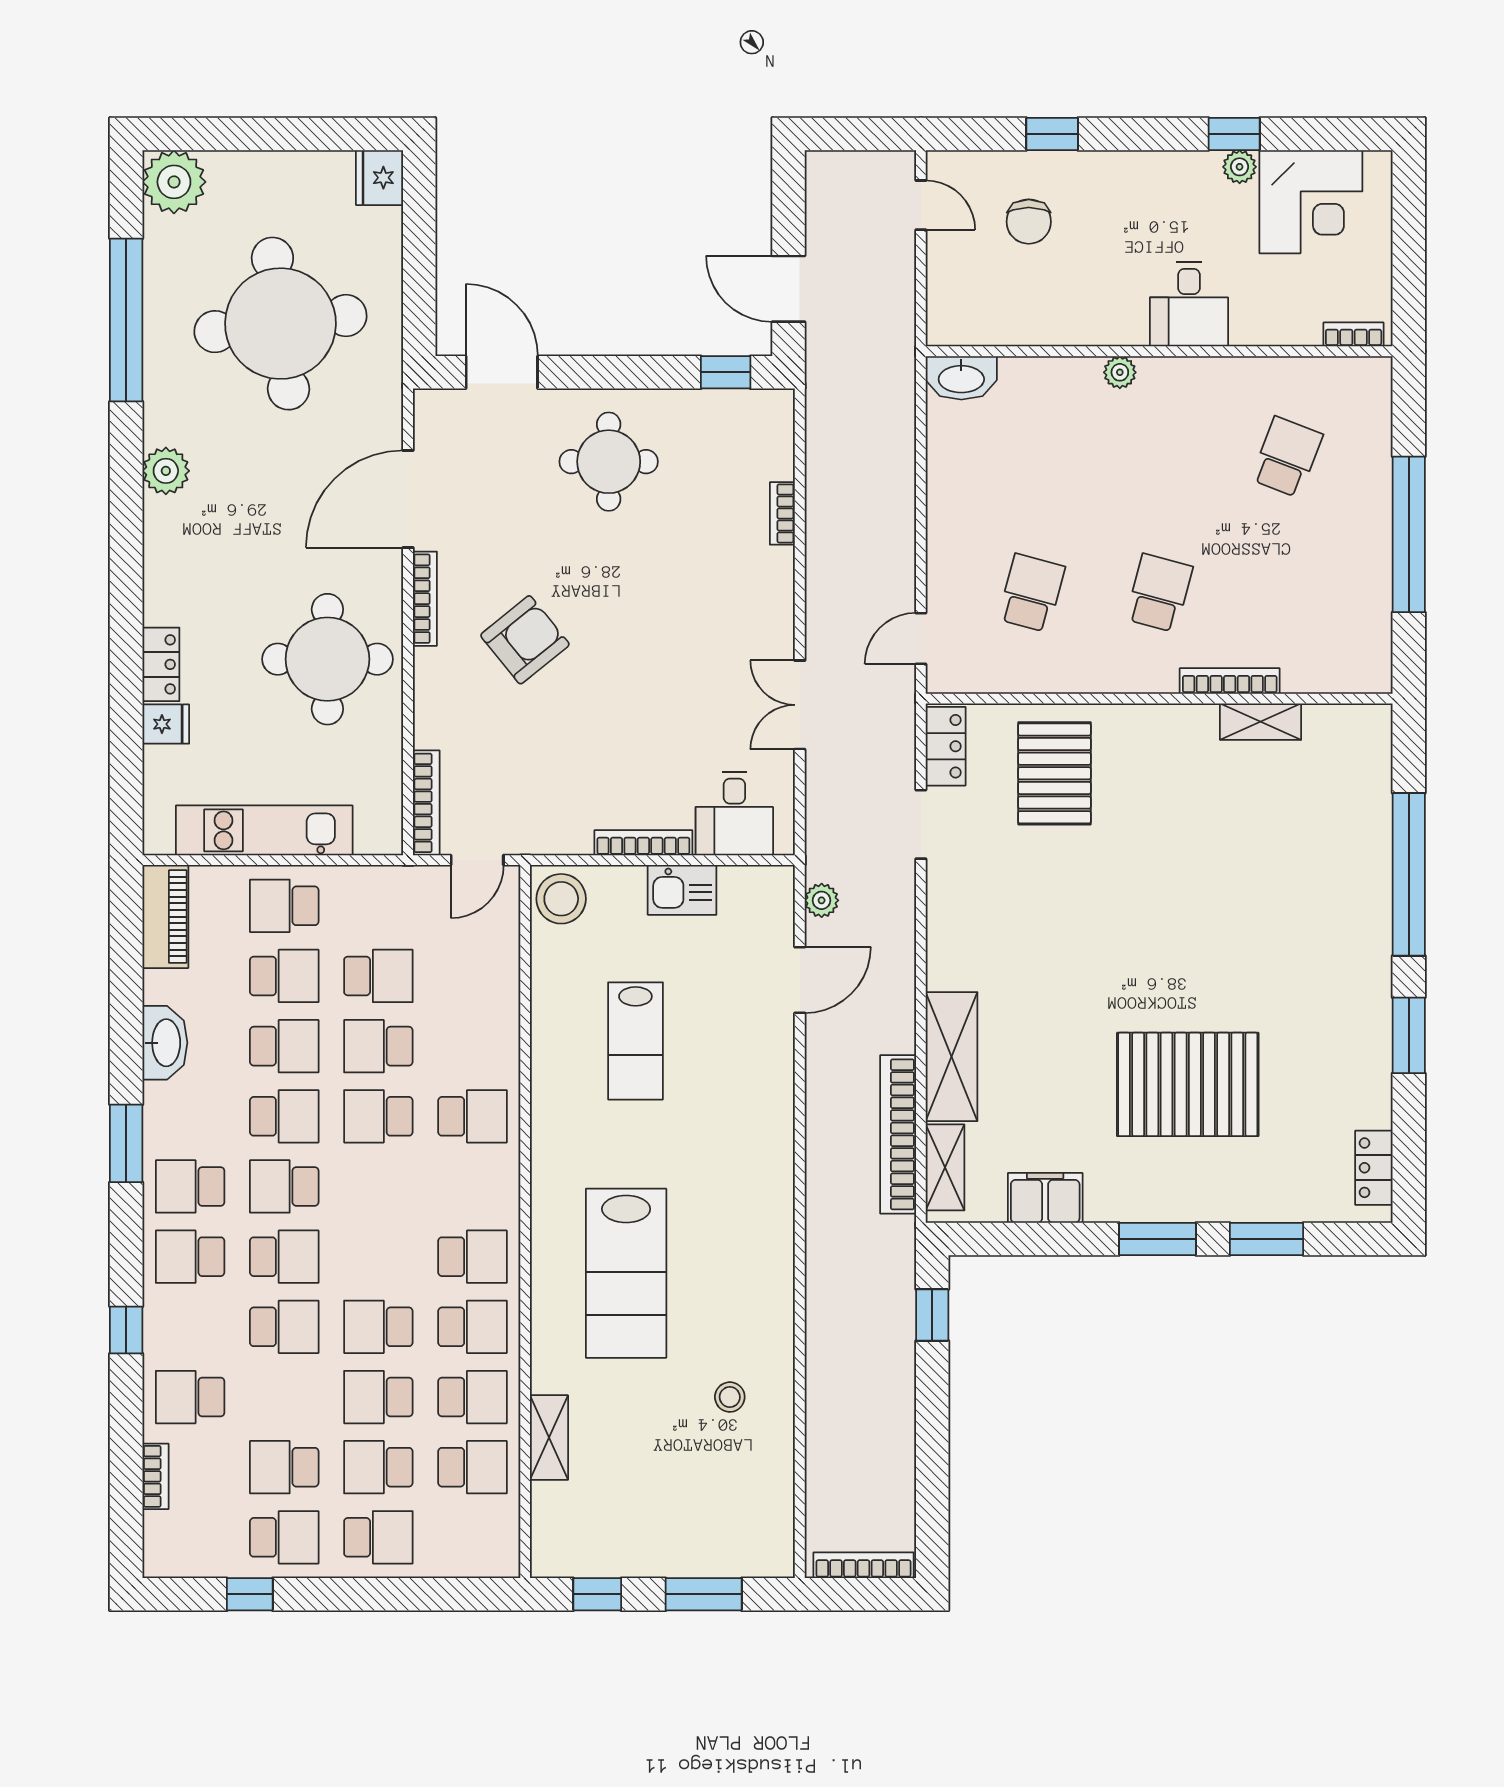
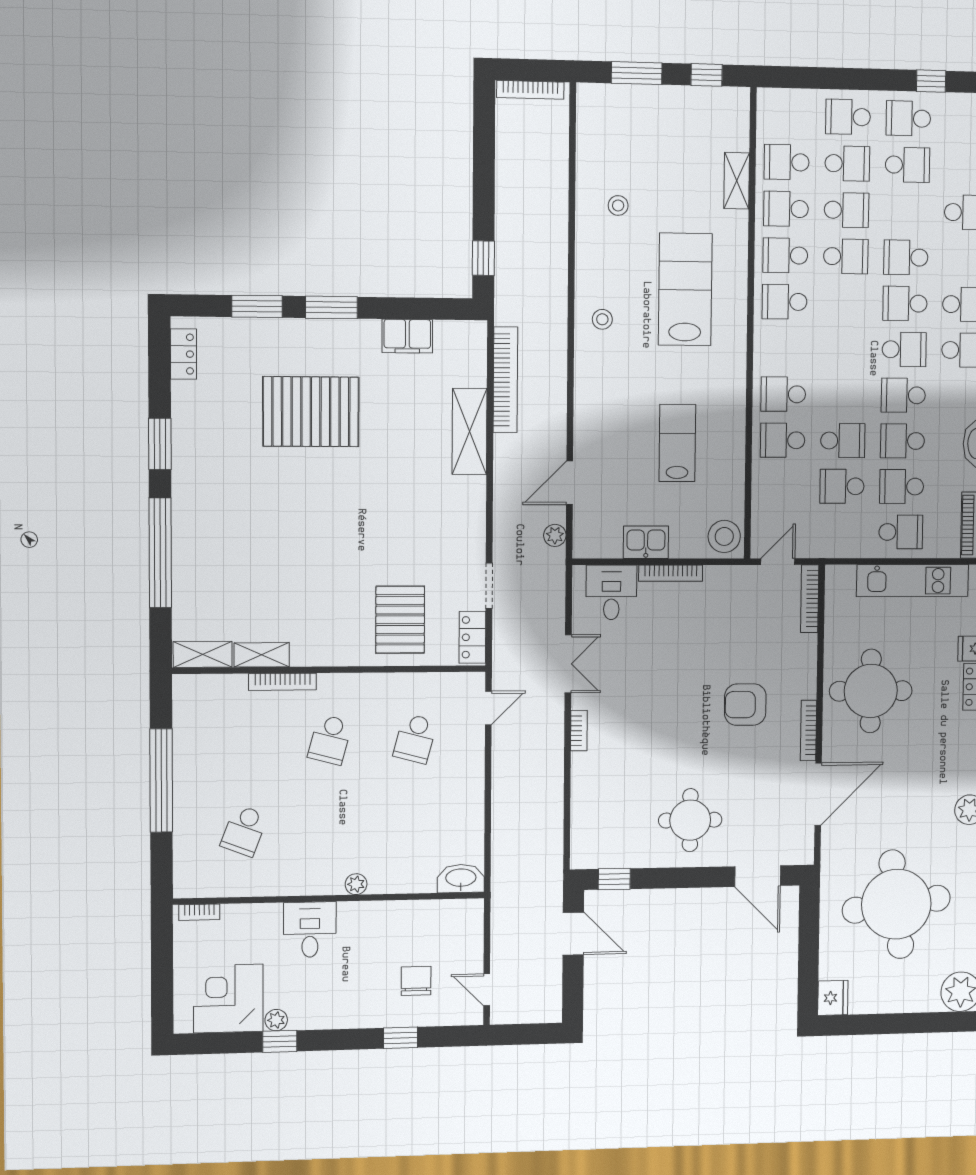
bookcase: (782, 513) -> (579, 731), moved
armchair: (525, 640) -> (745, 705), turned 39
school desk: (378, 1116) -> (783, 440), moved, turned 180
shelving: (945, 1167) -> (203, 654), moved, turned 90
stool: (752, 1227) -> (602, 319), added

